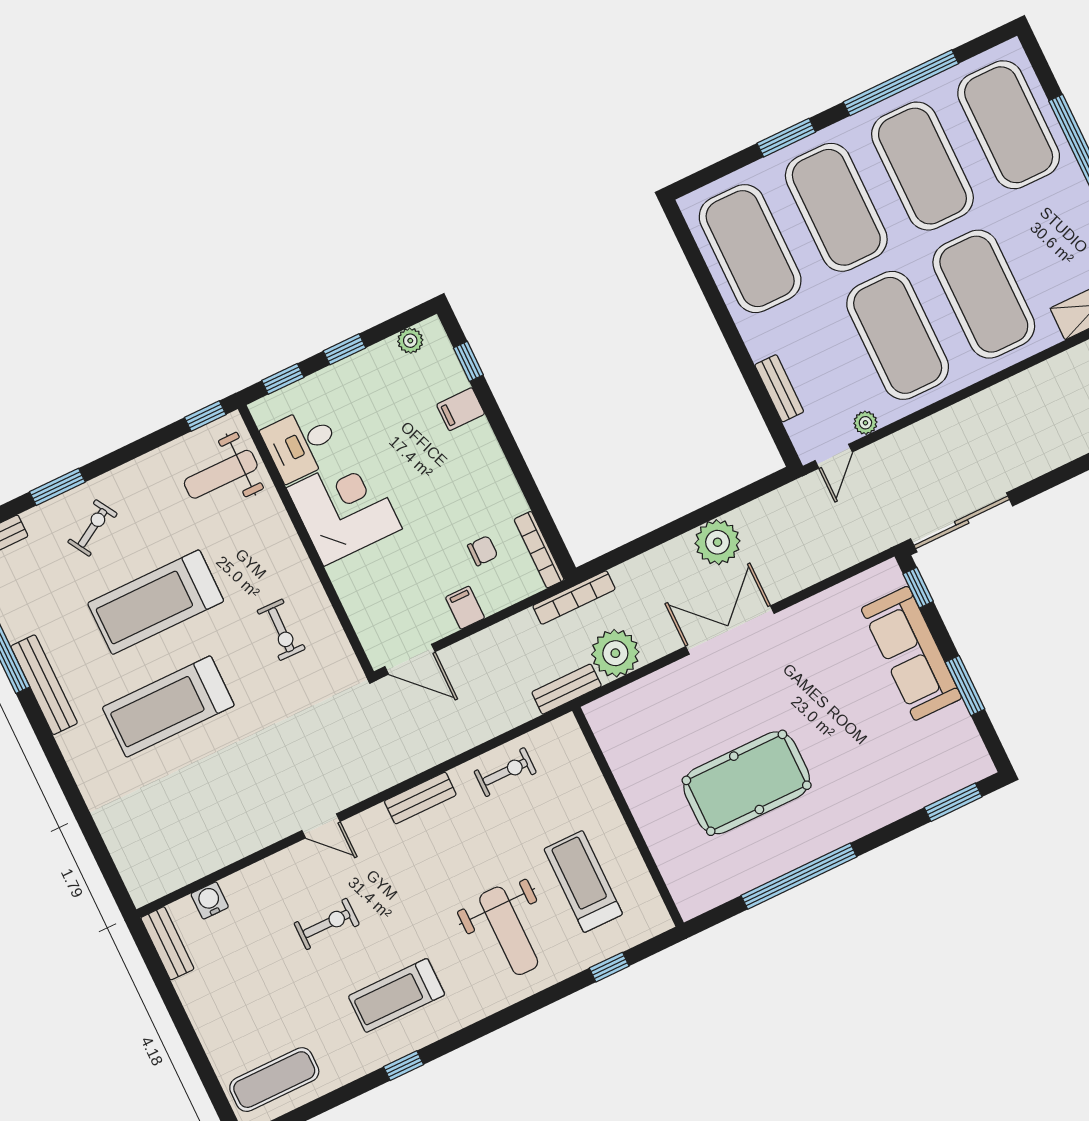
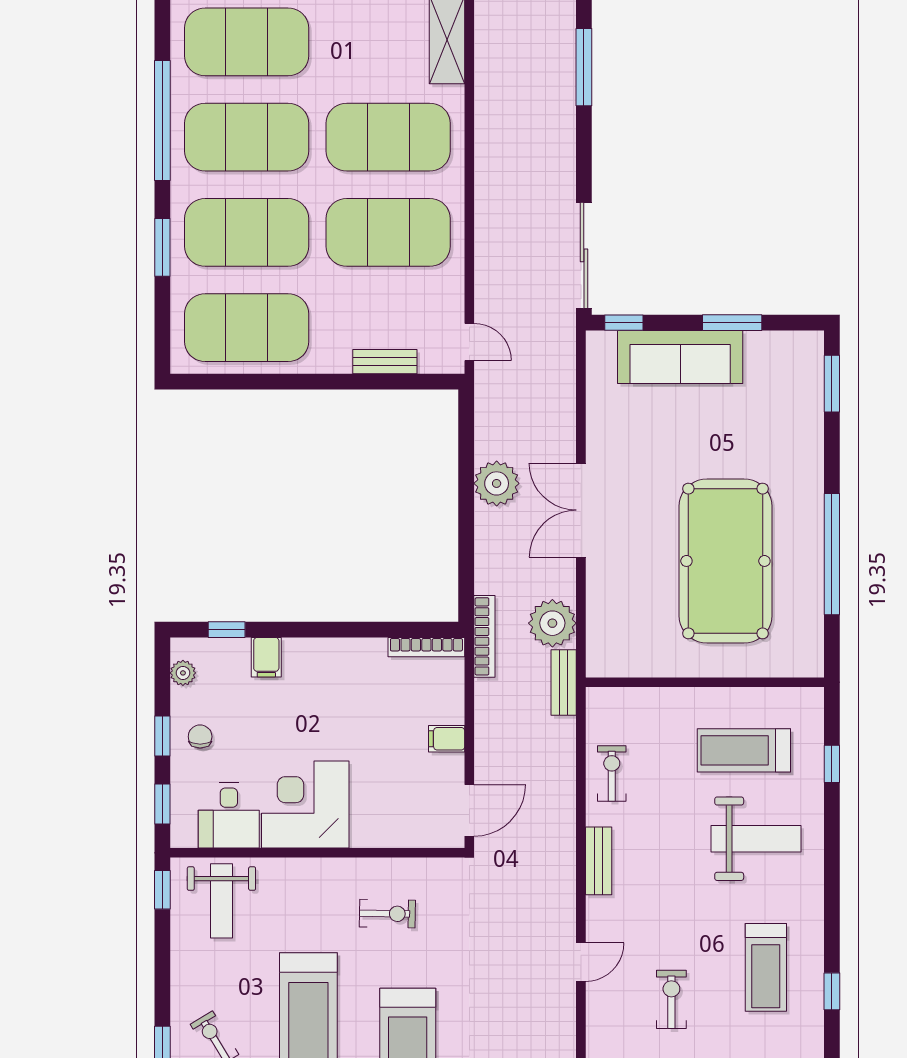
plant: (865, 423) -> (453, 299), removed
chair: (483, 551) -> (200, 737), moved
pool table: (747, 783) -> (725, 561), width x1.36, depth x1.32

